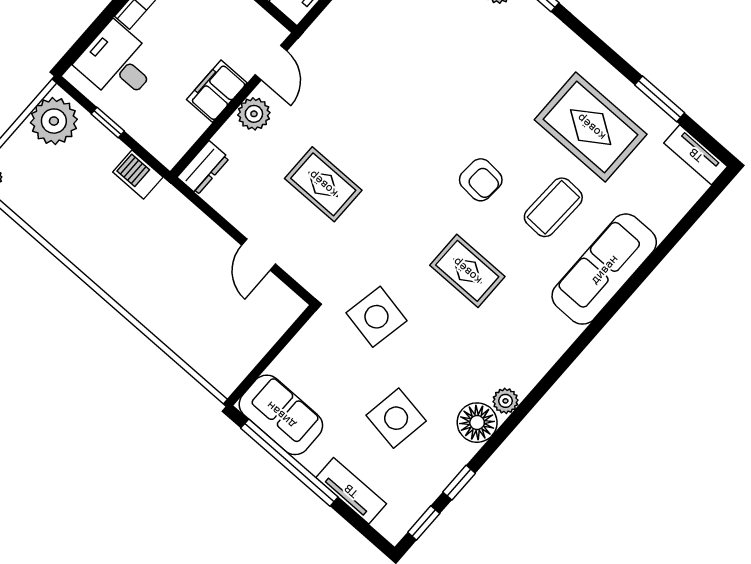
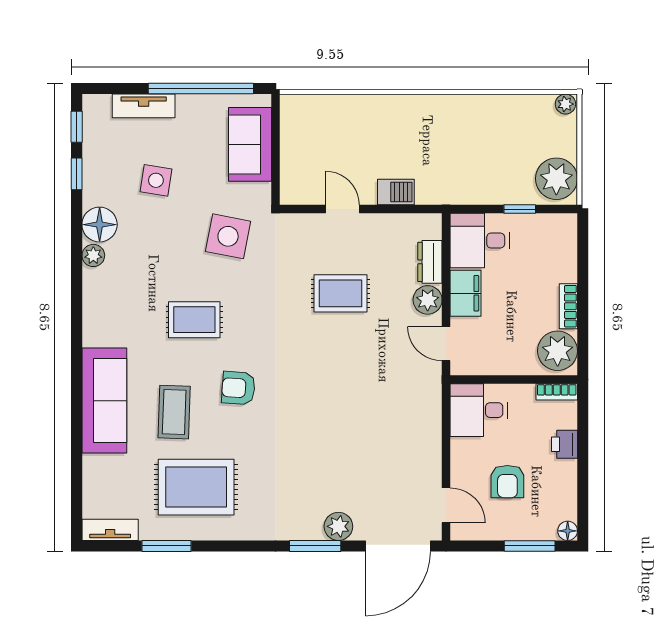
desk: (118, 63) -> (480, 241), moved, turned 180
dresser: (203, 168) -> (430, 262), moved
barbecue: (138, 174) -> (396, 192), moved
sofa: (281, 415) -> (250, 144), moved, turned 90
side table: (396, 418) -> (156, 180), width x0.73, depth x0.73

